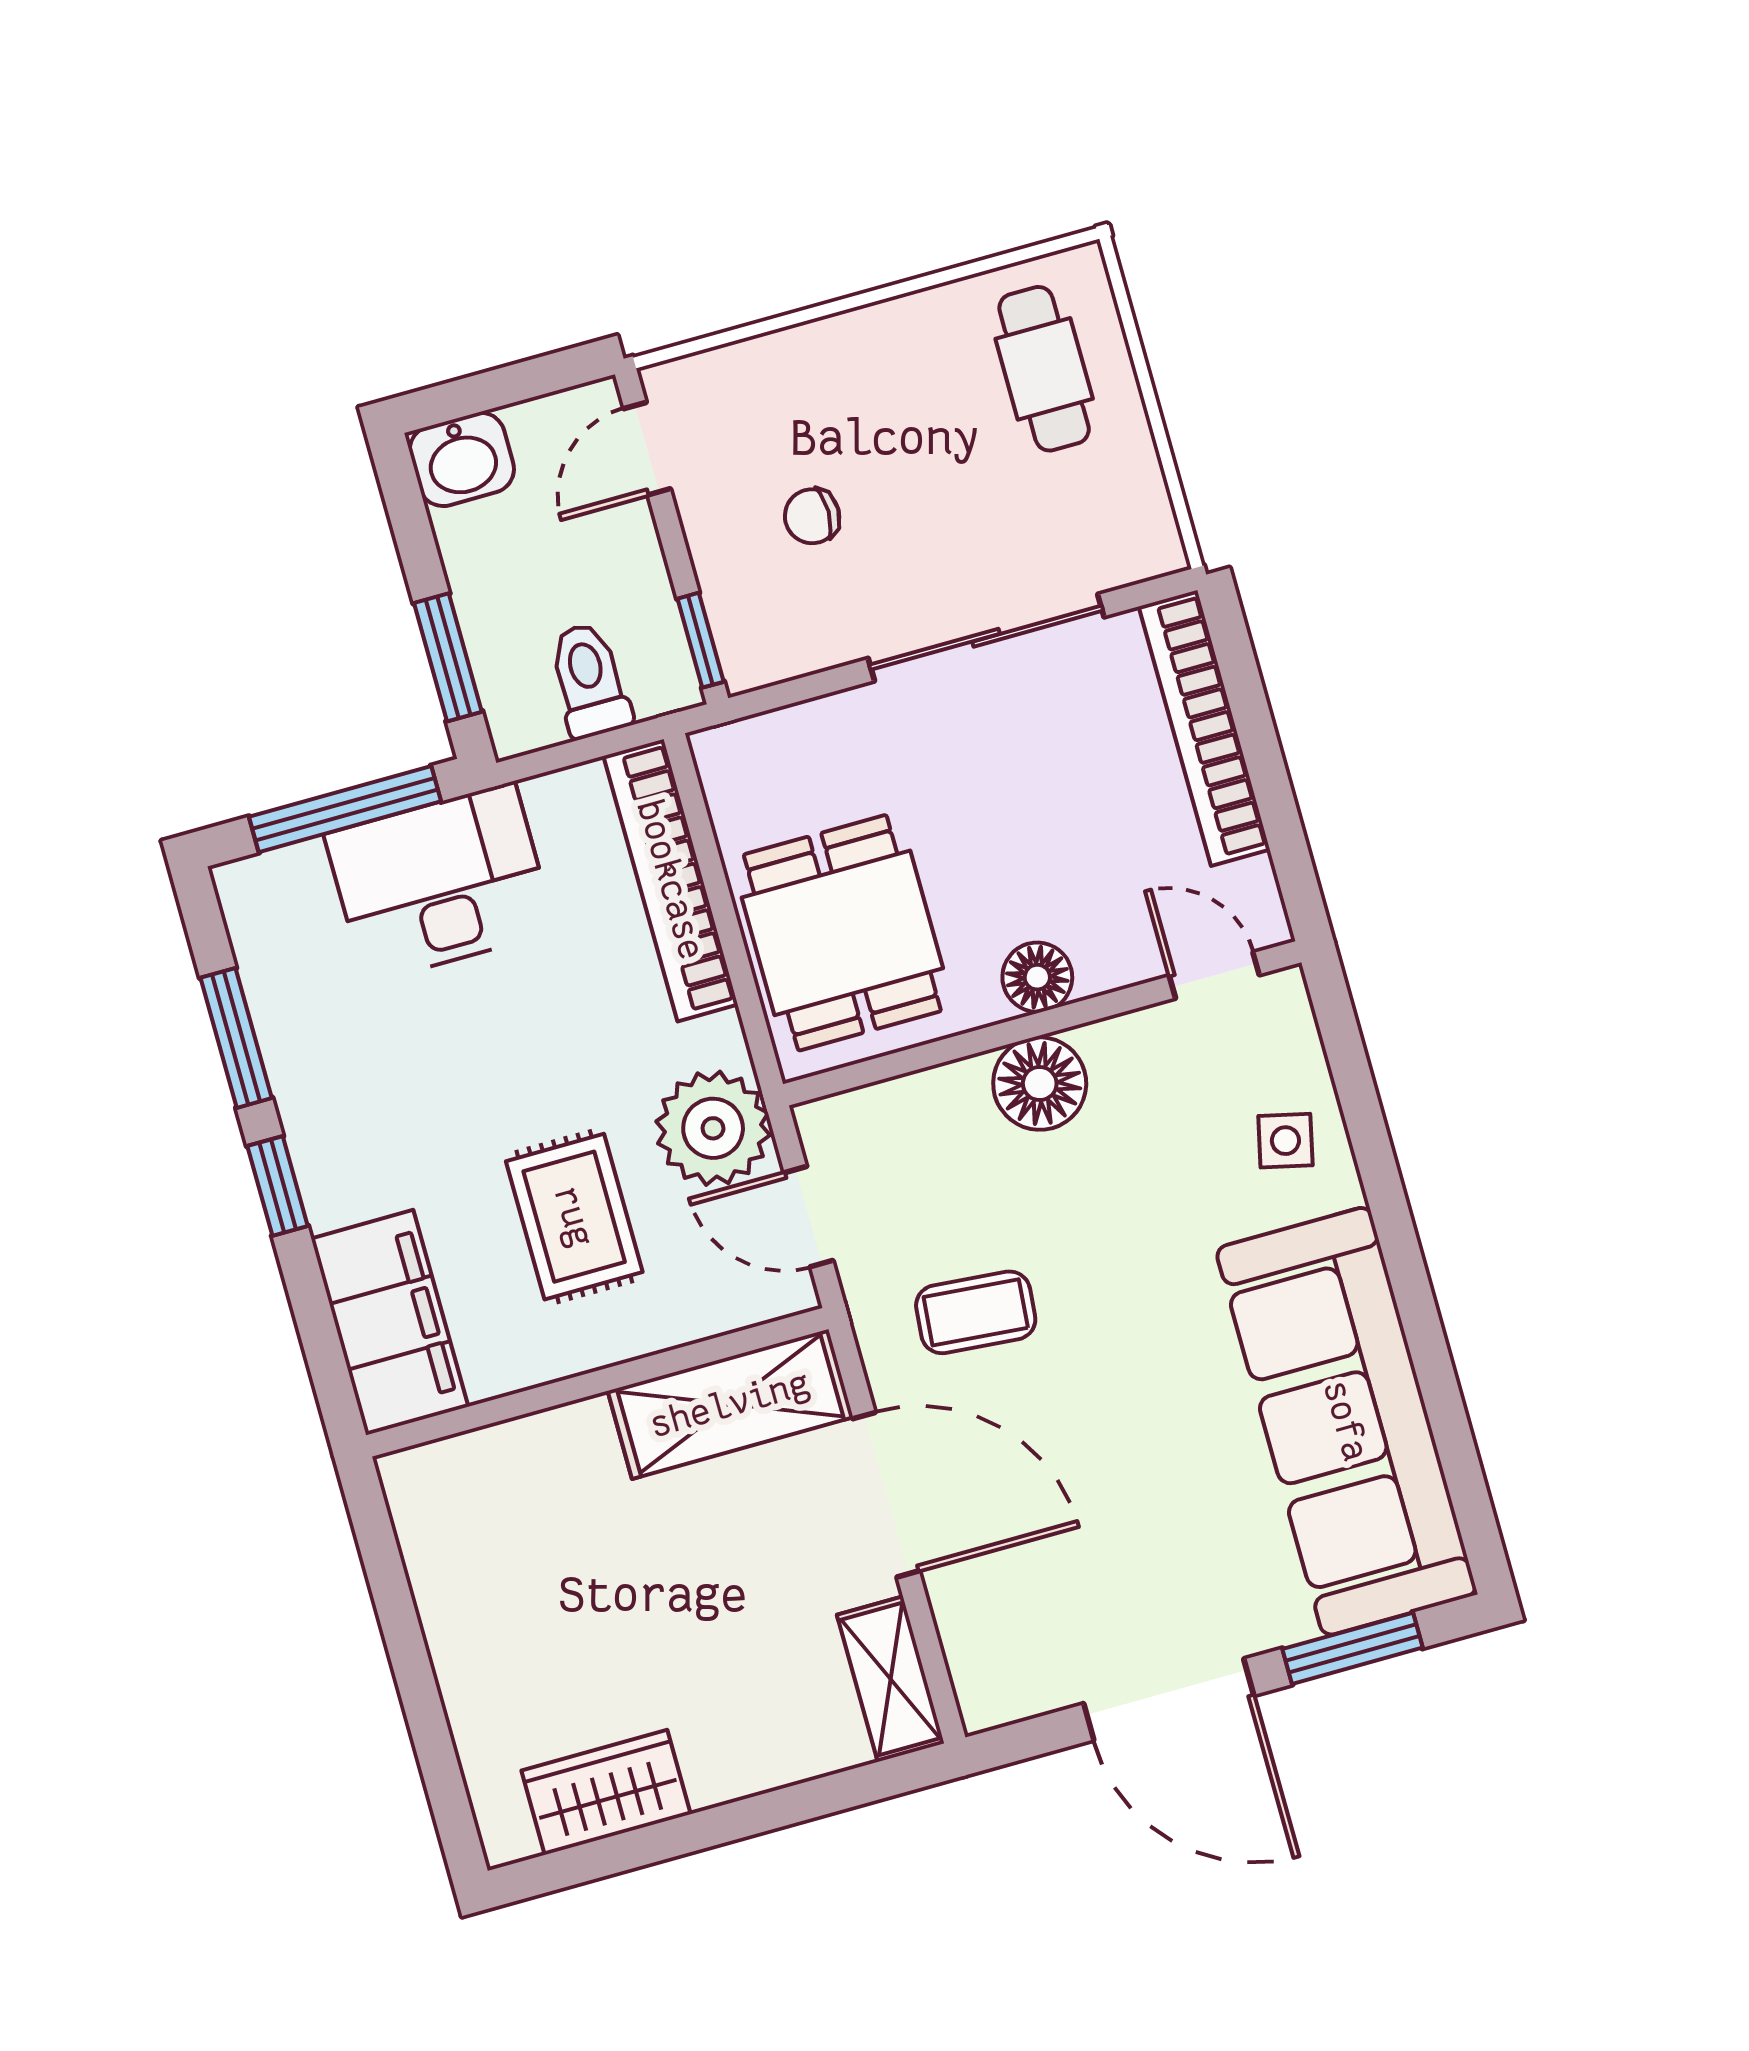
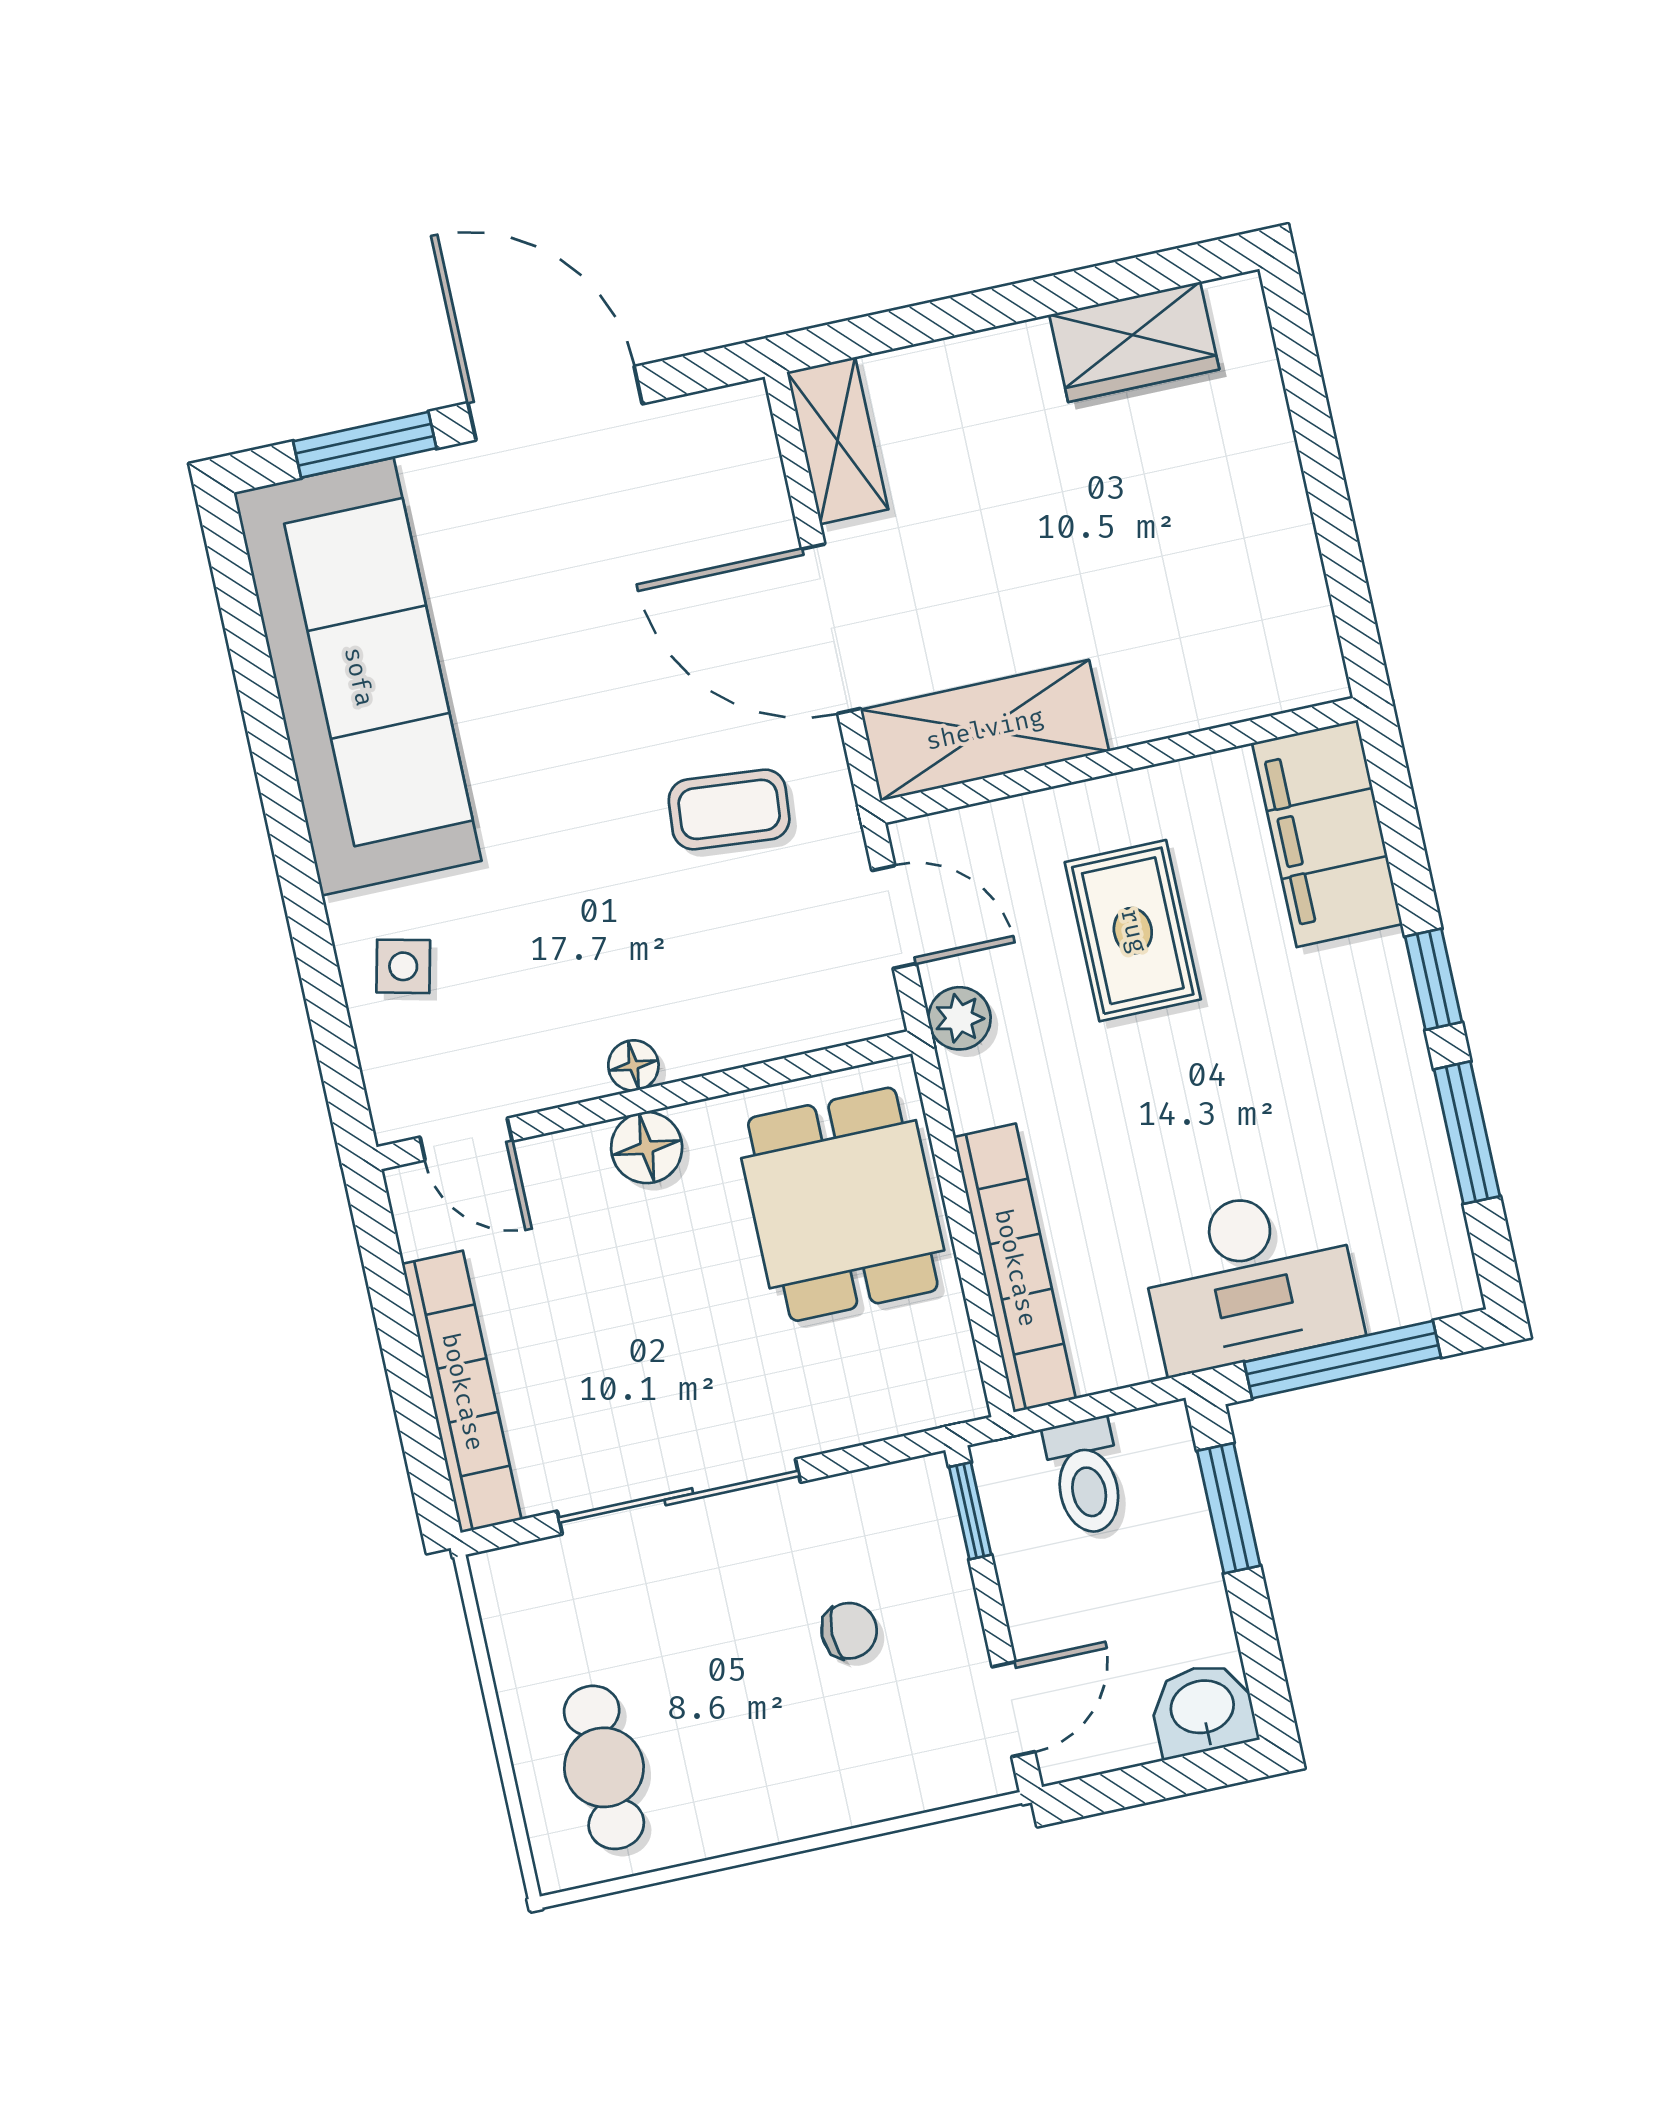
floor lamp: (1040, 1084) -> (633, 1065), width x0.53, depth x0.53
plant: (713, 1128) -> (959, 1018), width x0.53, depth x0.53

